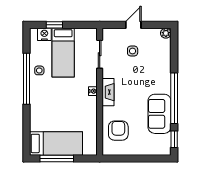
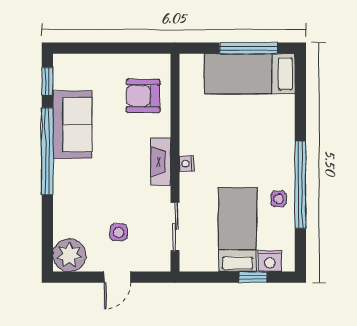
plant: (166, 33) -> (69, 255), width x1.88, depth x1.88
armchair: (118, 131) -> (143, 96), turned 90

